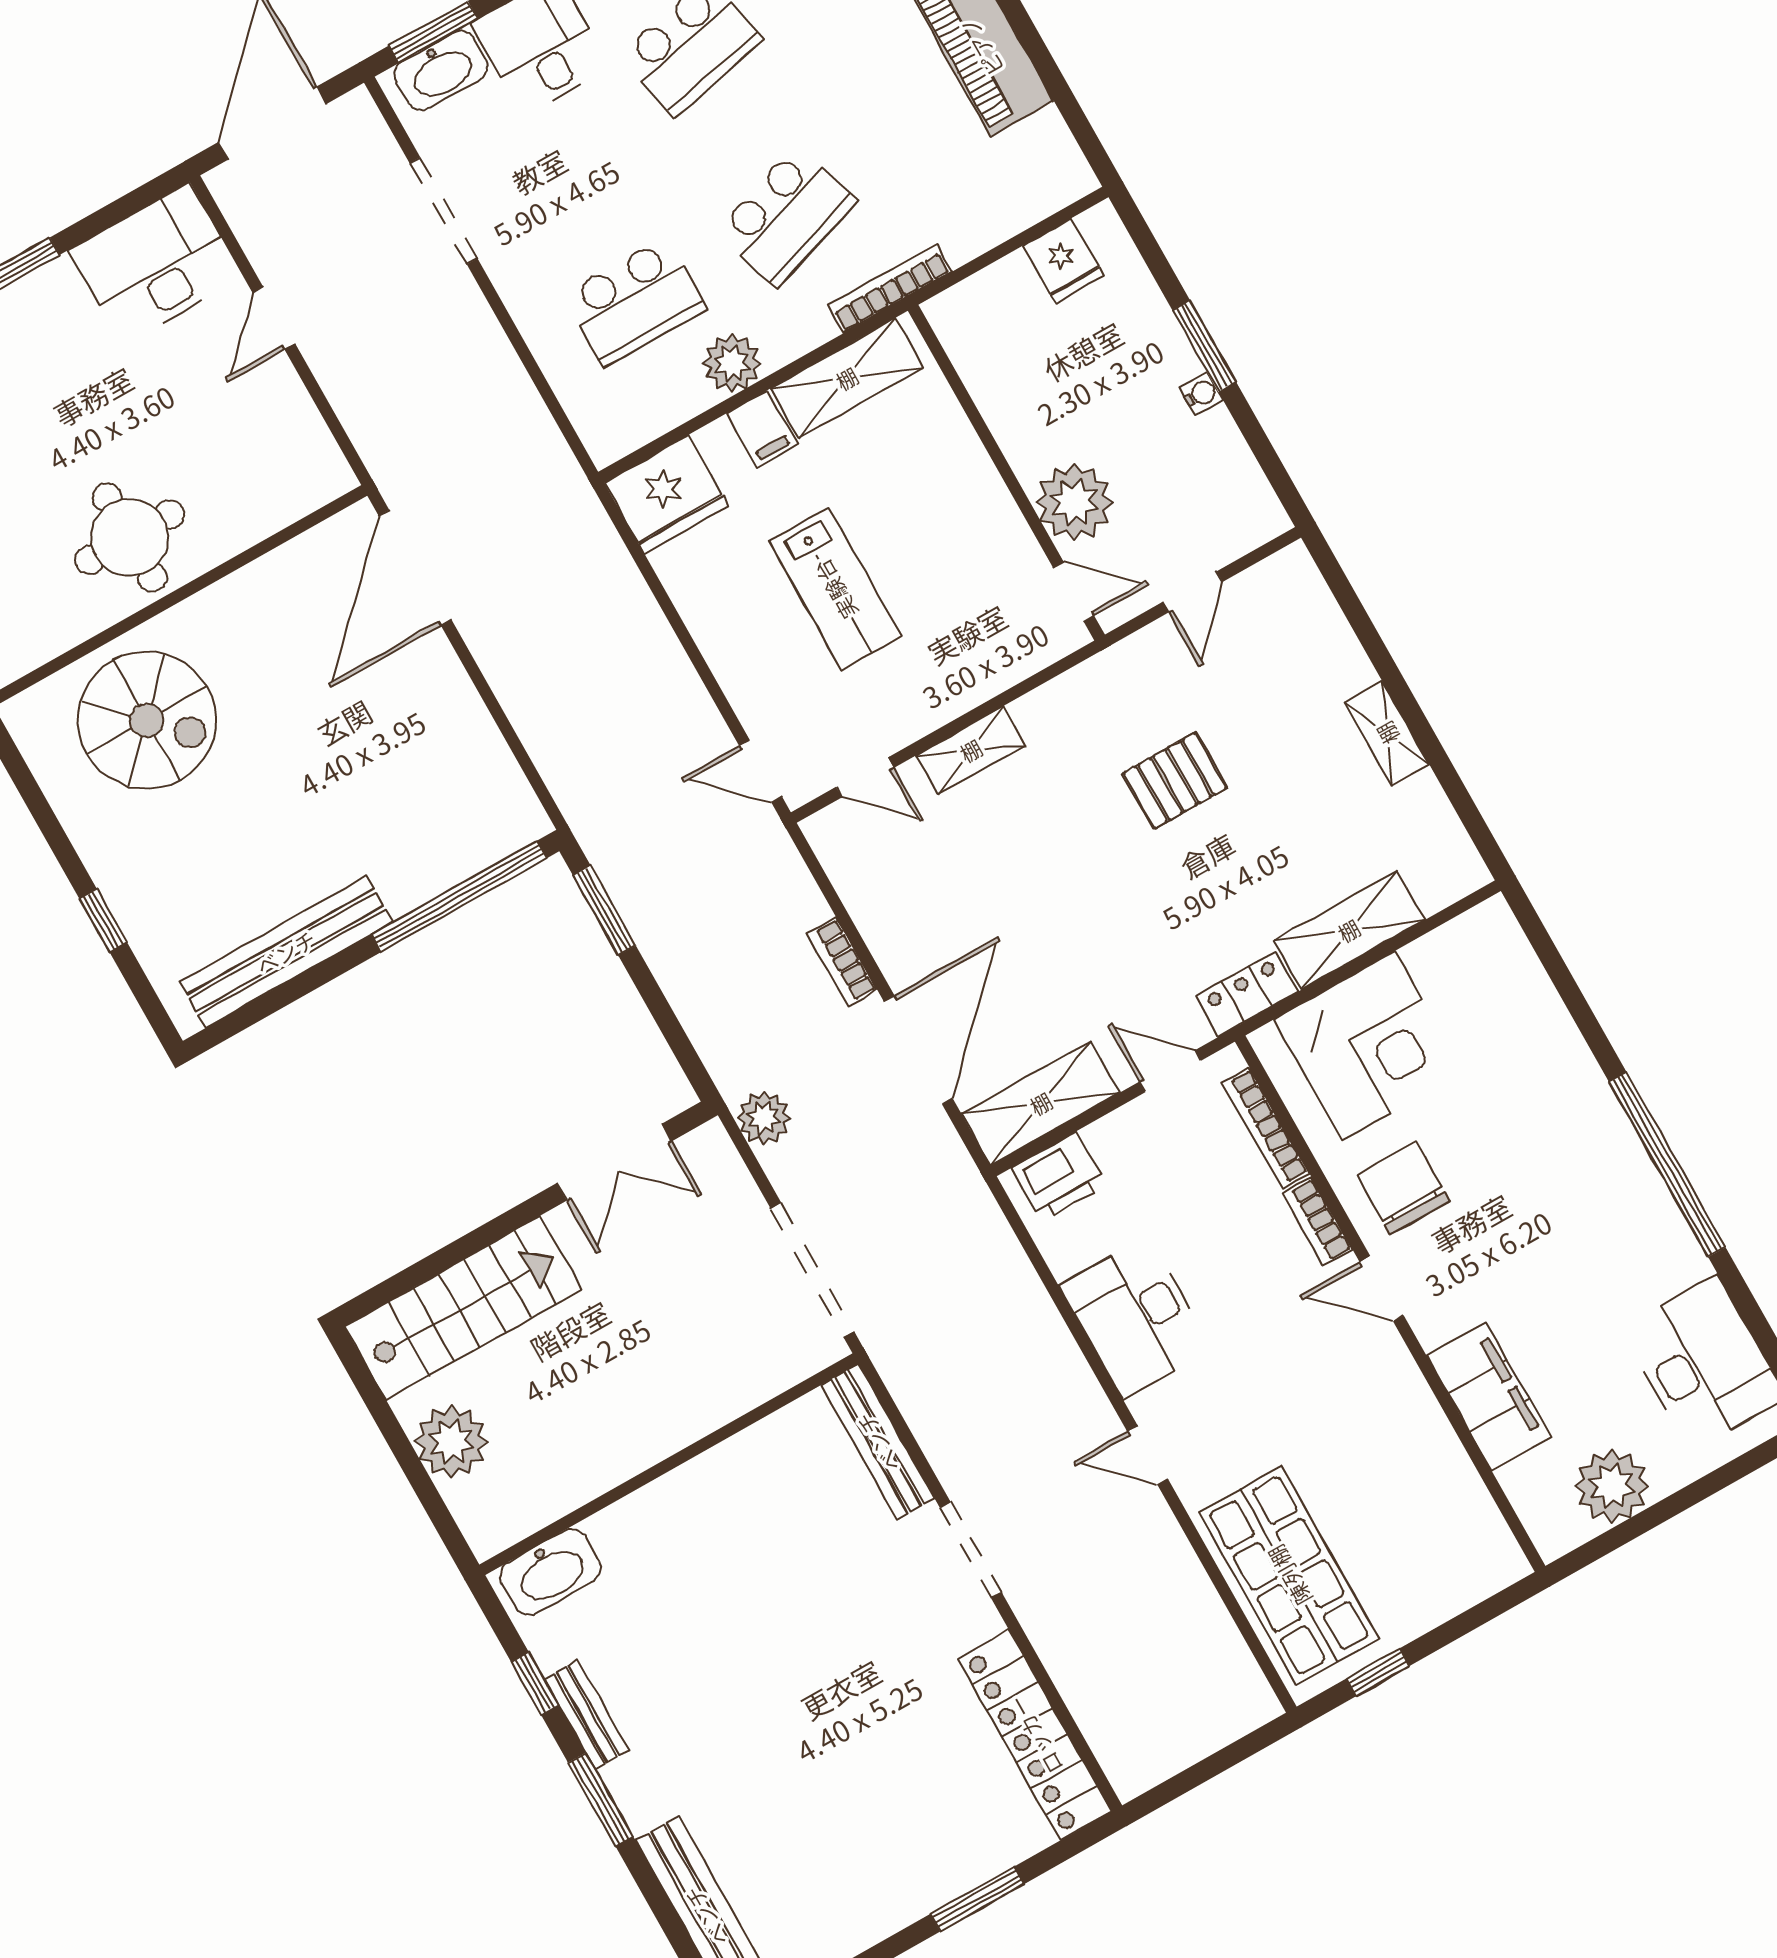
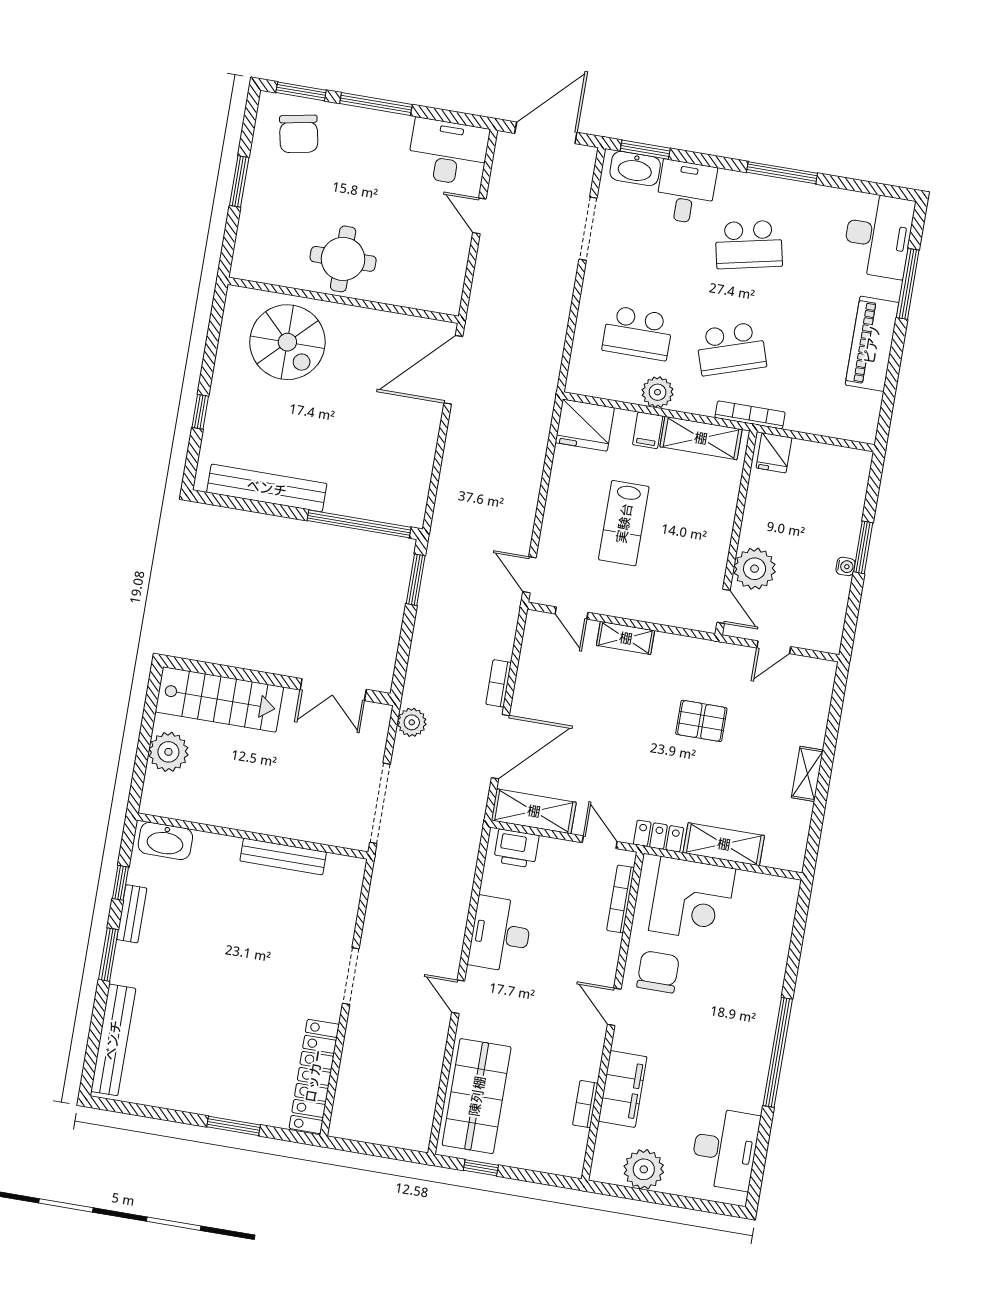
fridge: (1064, 261) -> (774, 453), moved
door: (274, 318) -> (479, 216), hinge flipped
bookcase: (1317, 1221) -> (585, 1104), moved
bench: (878, 1442) -> (283, 857), moved, turned 90

